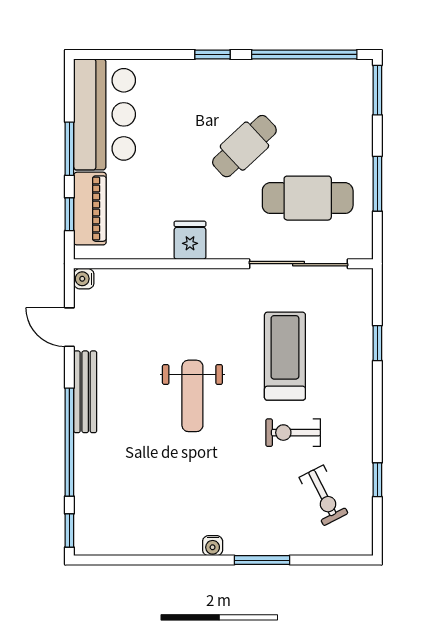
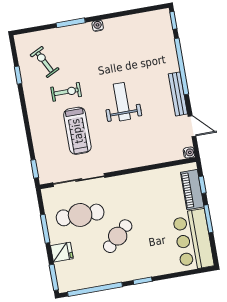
fridge: (190, 240) -> (62, 252), moved, turned -90
window: (377, 343) -> (35, 169), moved

